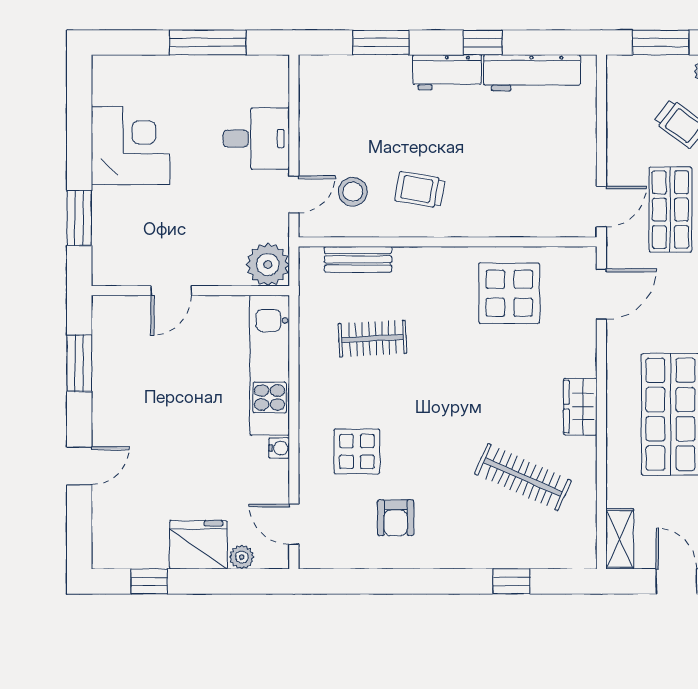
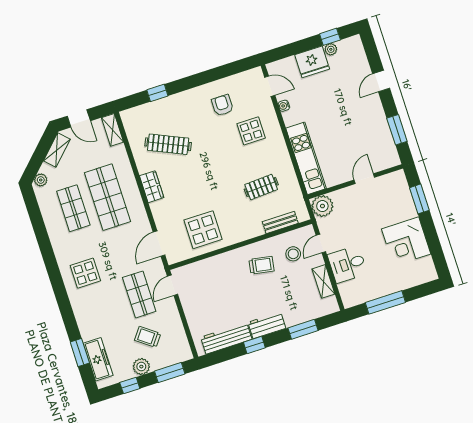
shelving: (312, 121) -> (323, 281), added
water cooler: (279, 448) -> (284, 106), moved
plant: (242, 557) -> (331, 49), moved

